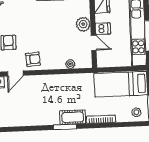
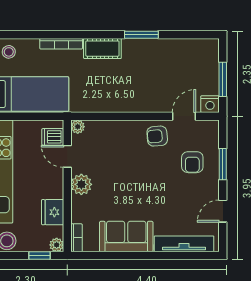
dishwasher: (103, 29) -> (53, 137), moved
plant: (70, 64) -> (78, 127), moved
window: (65, 127) -> (141, 35), moved

